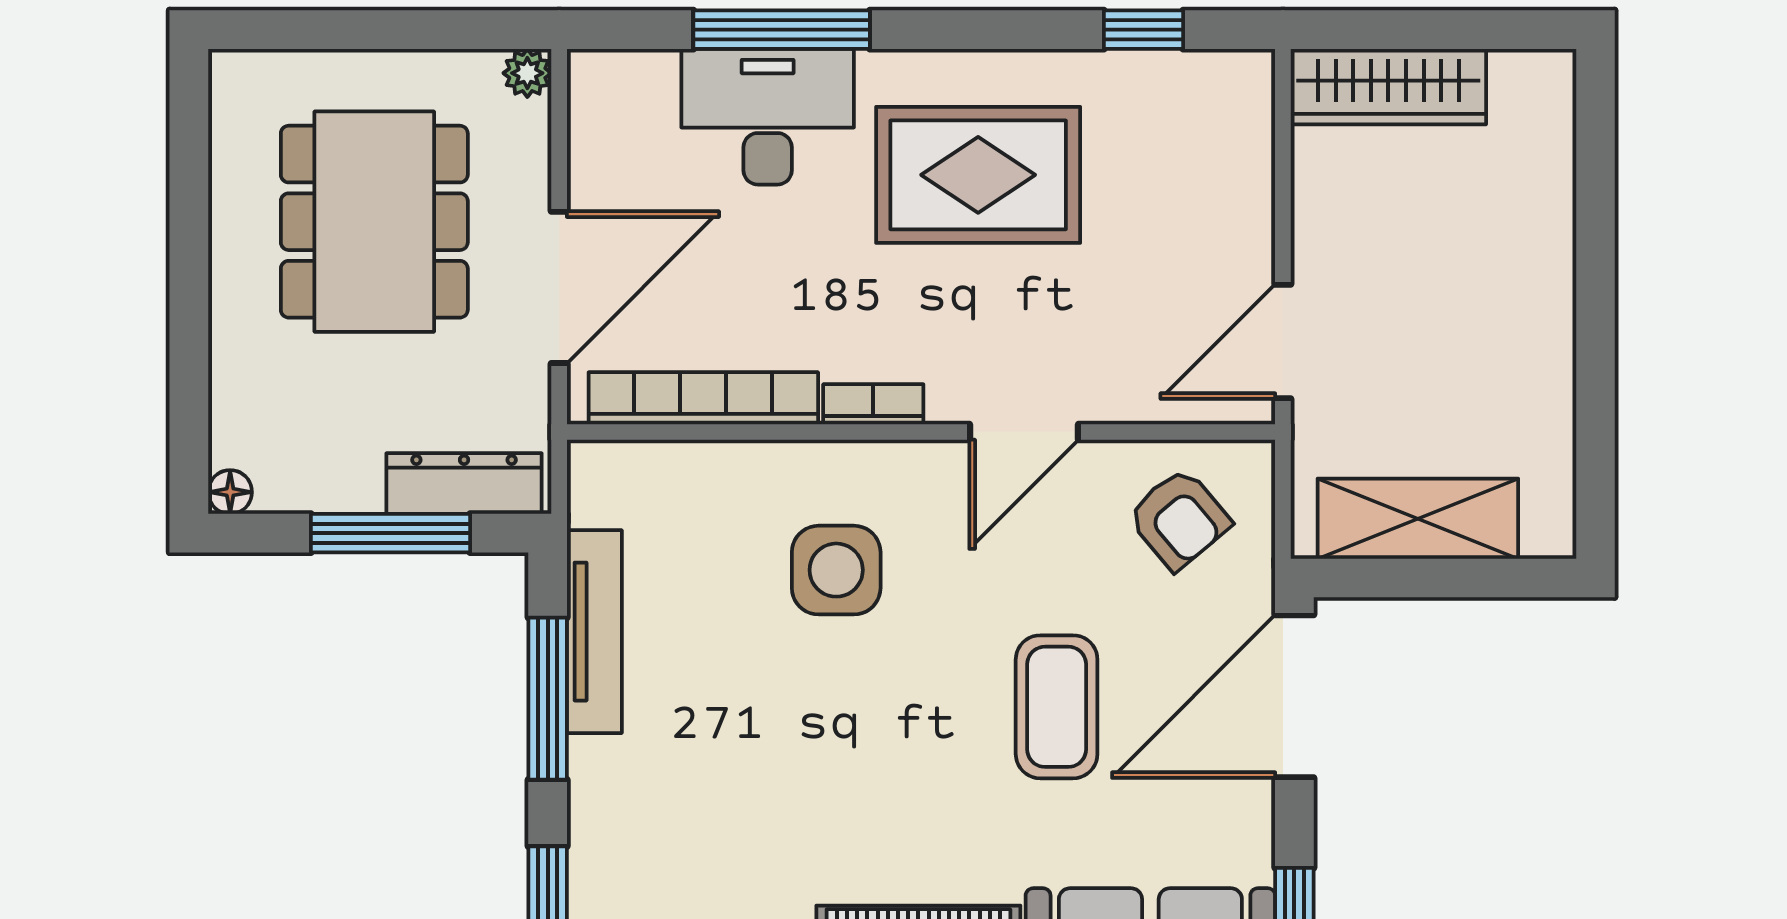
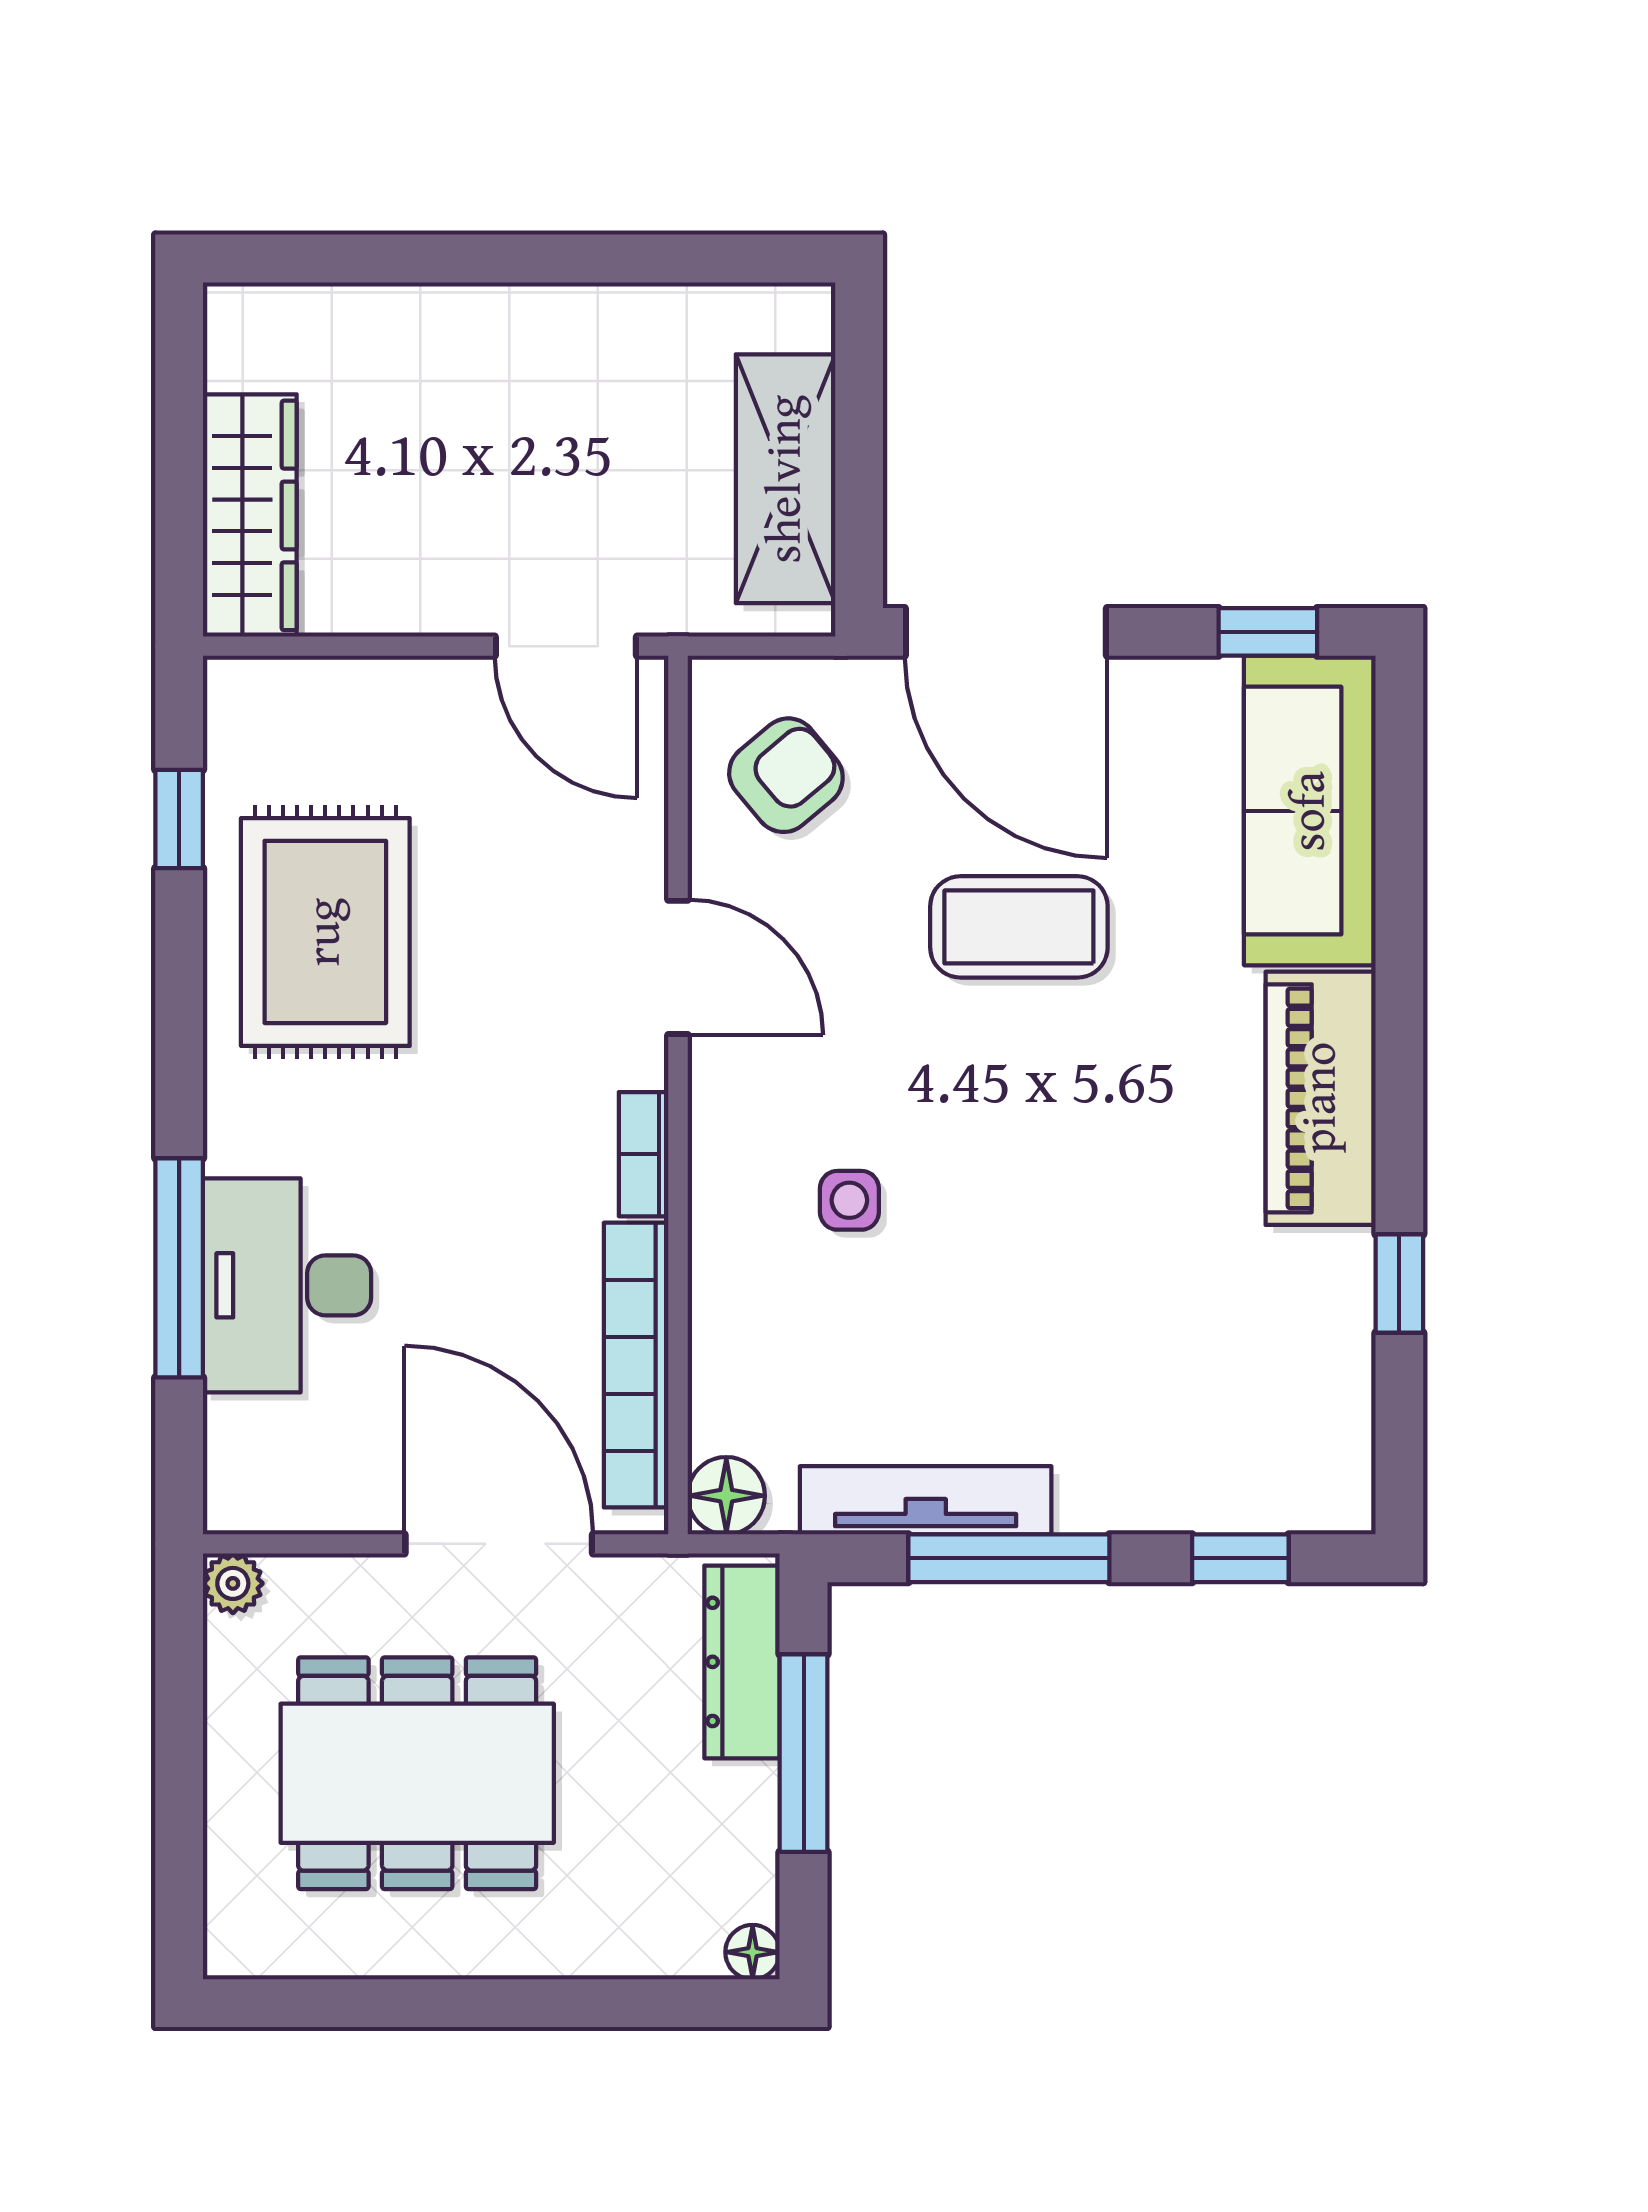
rug: (978, 175) -> (325, 932), moved
floor lamp: (598, 471) -> (726, 1496), added
side table: (836, 570) -> (849, 1200), width x0.54, depth x0.54

